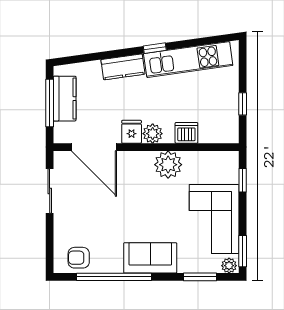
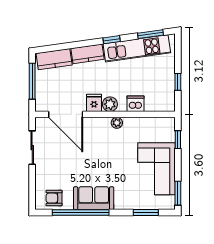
window: (206, 41) -> (151, 34), added
kitchen counter: (65, 99) -> (54, 59), moved, turned 82
plant: (168, 165) -> (117, 123), width x0.53, depth x0.53
sofa: (150, 258) -> (94, 198), moved
plant: (229, 266) -> (168, 204), removed

